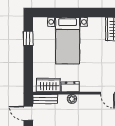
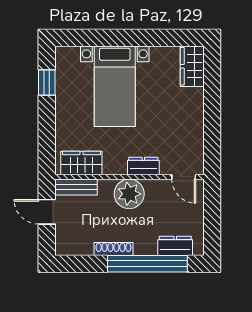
dresser: (70, 87) -> (143, 166), moved
plant: (72, 99) -> (129, 194), width x1.88, depth x1.88

